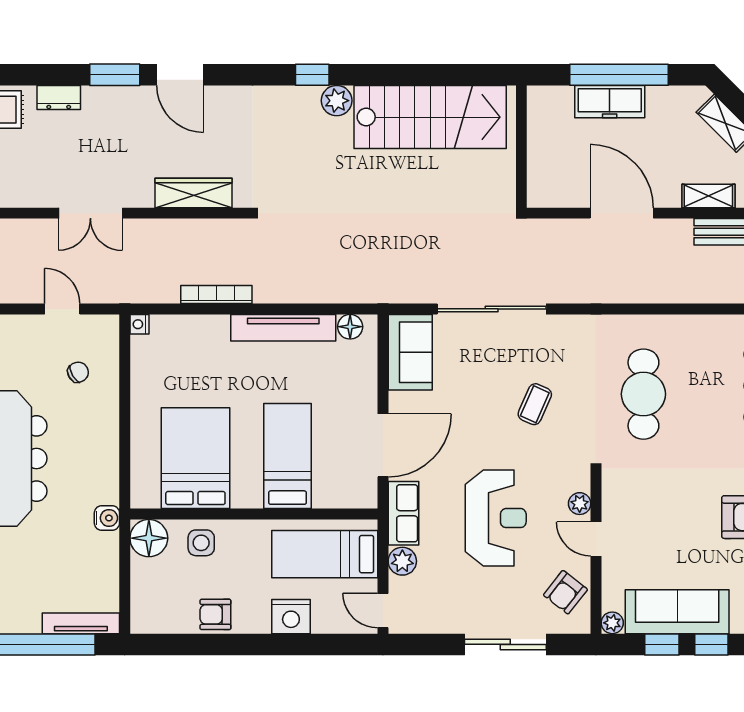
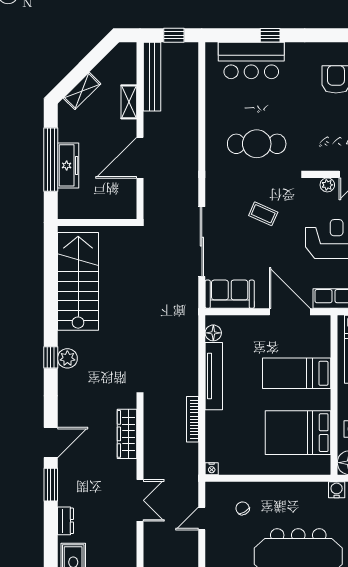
plant: (337, 101) -> (67, 358), moved

